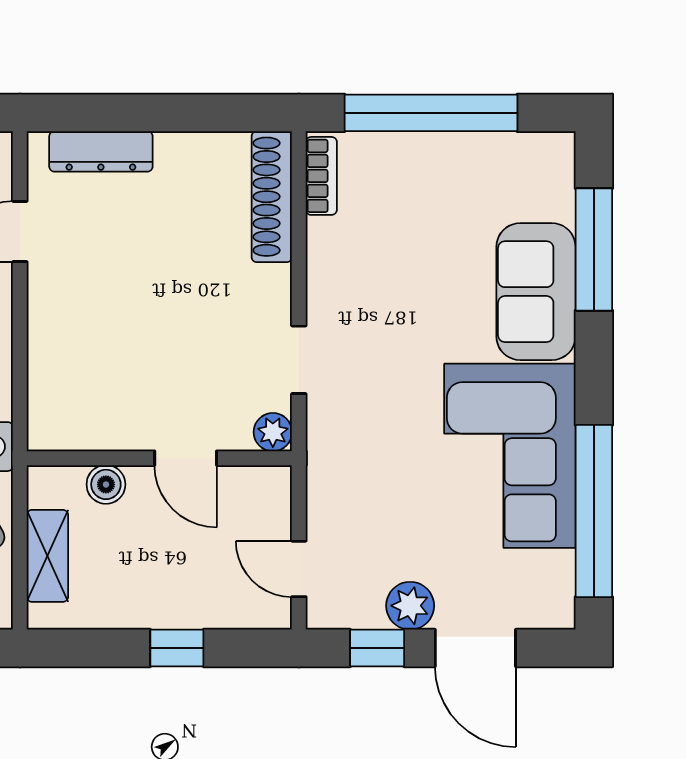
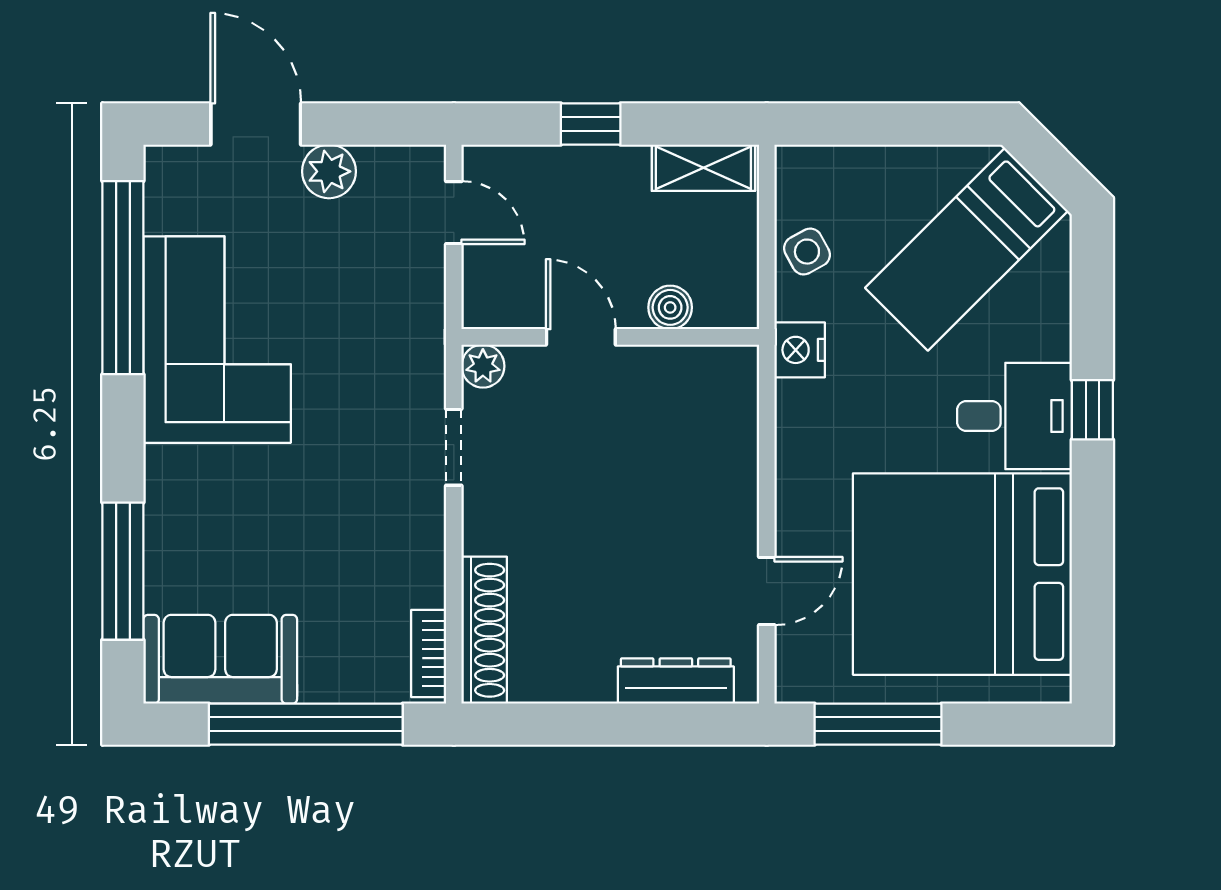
sofa: (536, 292) -> (220, 659), moved, turned -90
shelving: (47, 556) -> (703, 168), moved, turned 90
window: (377, 648) -> (366, 124), removed

